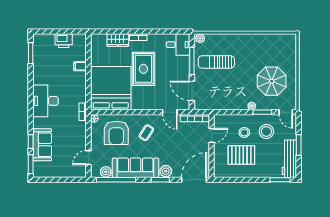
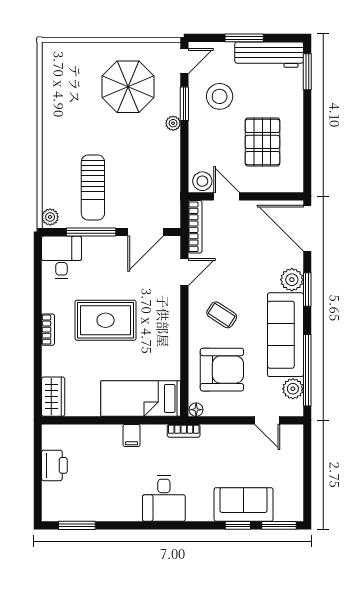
wardrobe: (118, 40) -> (53, 397), moved
filing cabinet: (80, 66) -> (132, 435), moved
bed: (111, 88) -> (141, 398), width x0.49
desk: (45, 101) -> (164, 498), width x0.73
stool: (244, 132) -> (202, 181), moved

